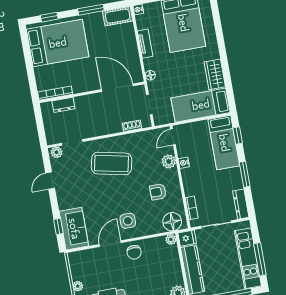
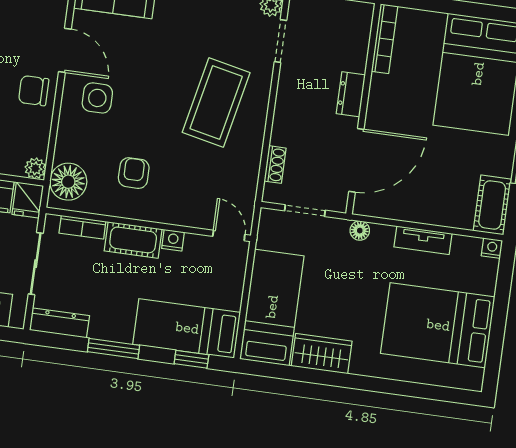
dresser: (63, 105) -> (351, 94), moved
plant: (169, 161) -> (185, 213), removed
cot: (190, 182) -> (133, 240), added

